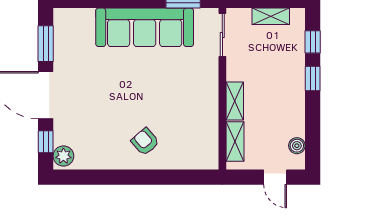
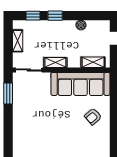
sofa: (145, 27) -> (81, 84), moved, turned 90
shelving: (235, 101) -> (55, 63), moved
boiler: (297, 146) -> (81, 25), moved

